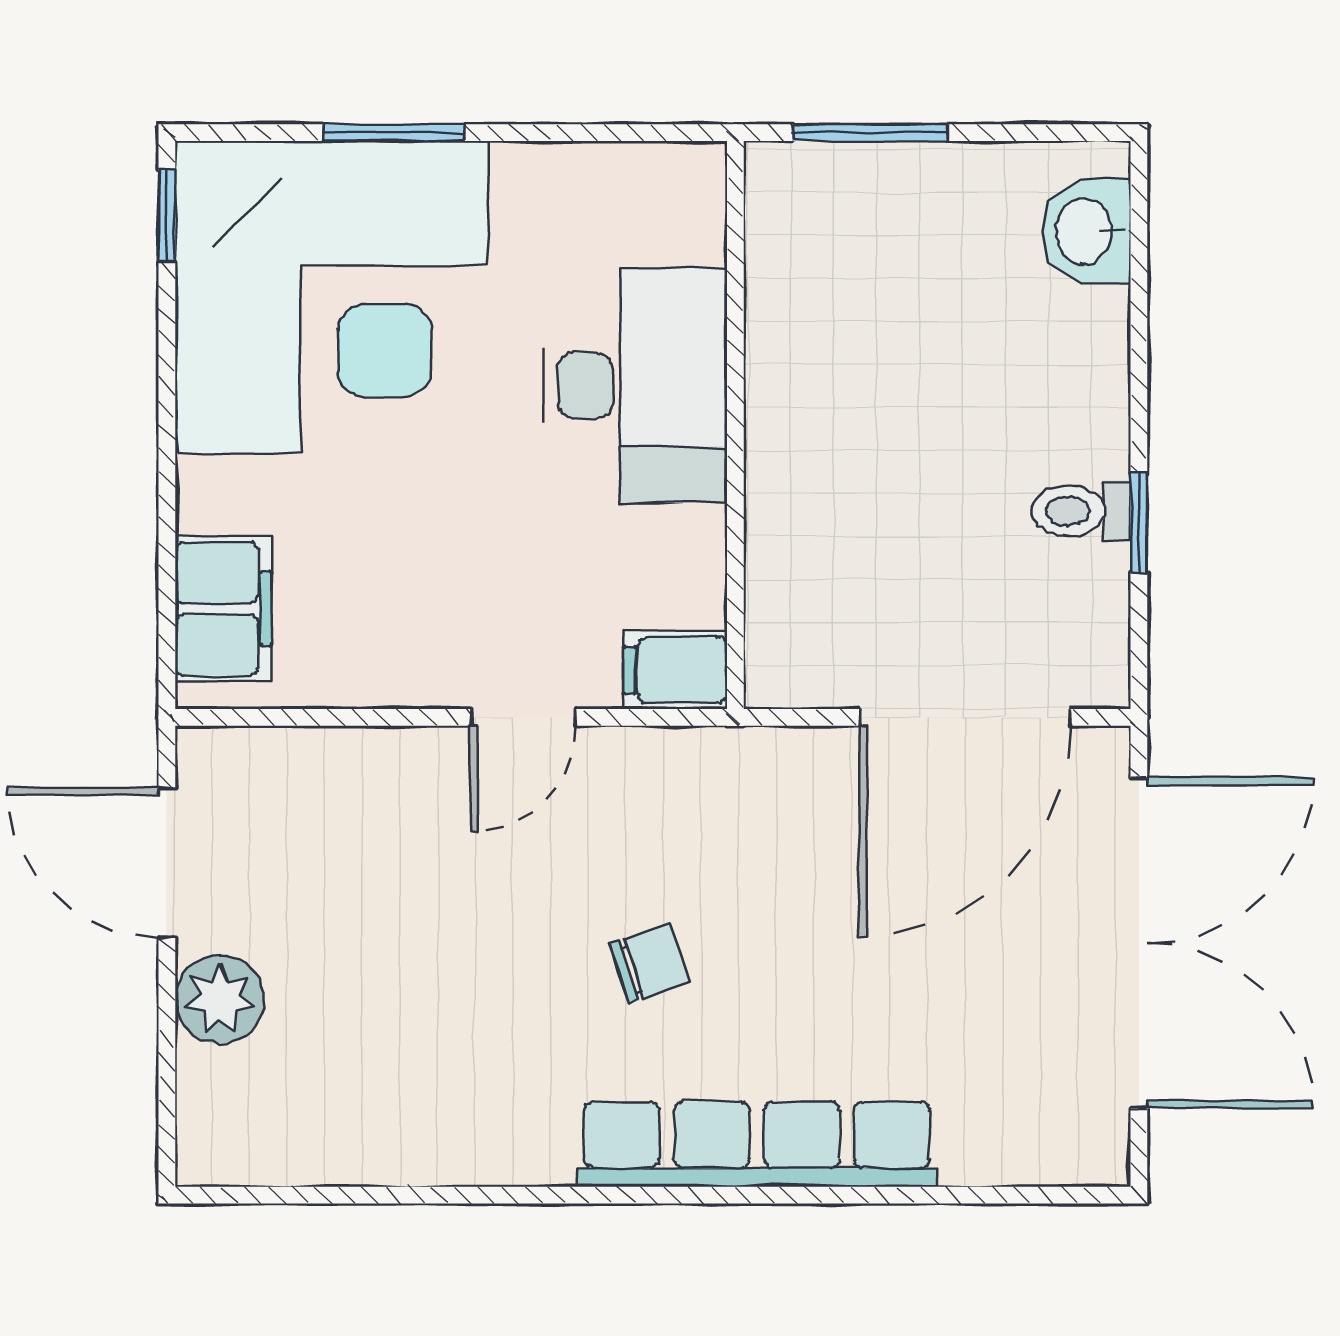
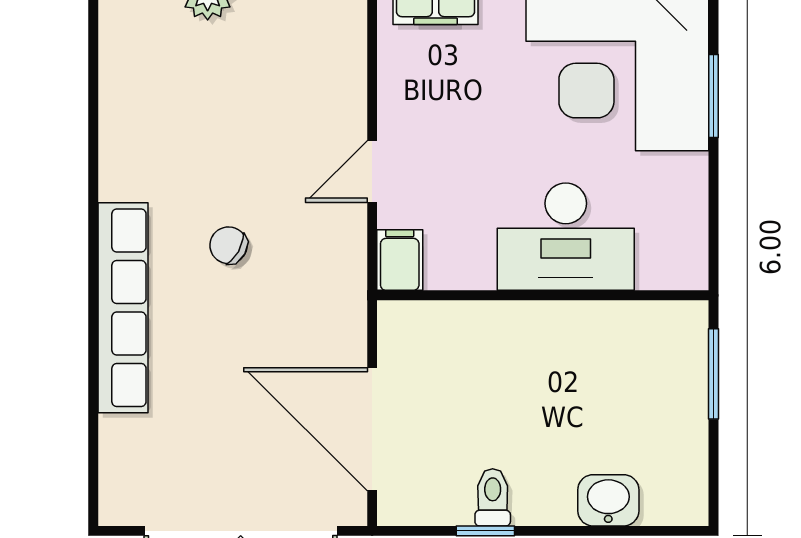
washbasin: (1087, 231) -> (608, 500), moved
door: (523, 717) -> (372, 171), hinge flipped
chair: (650, 963) -> (229, 245), turned 138

